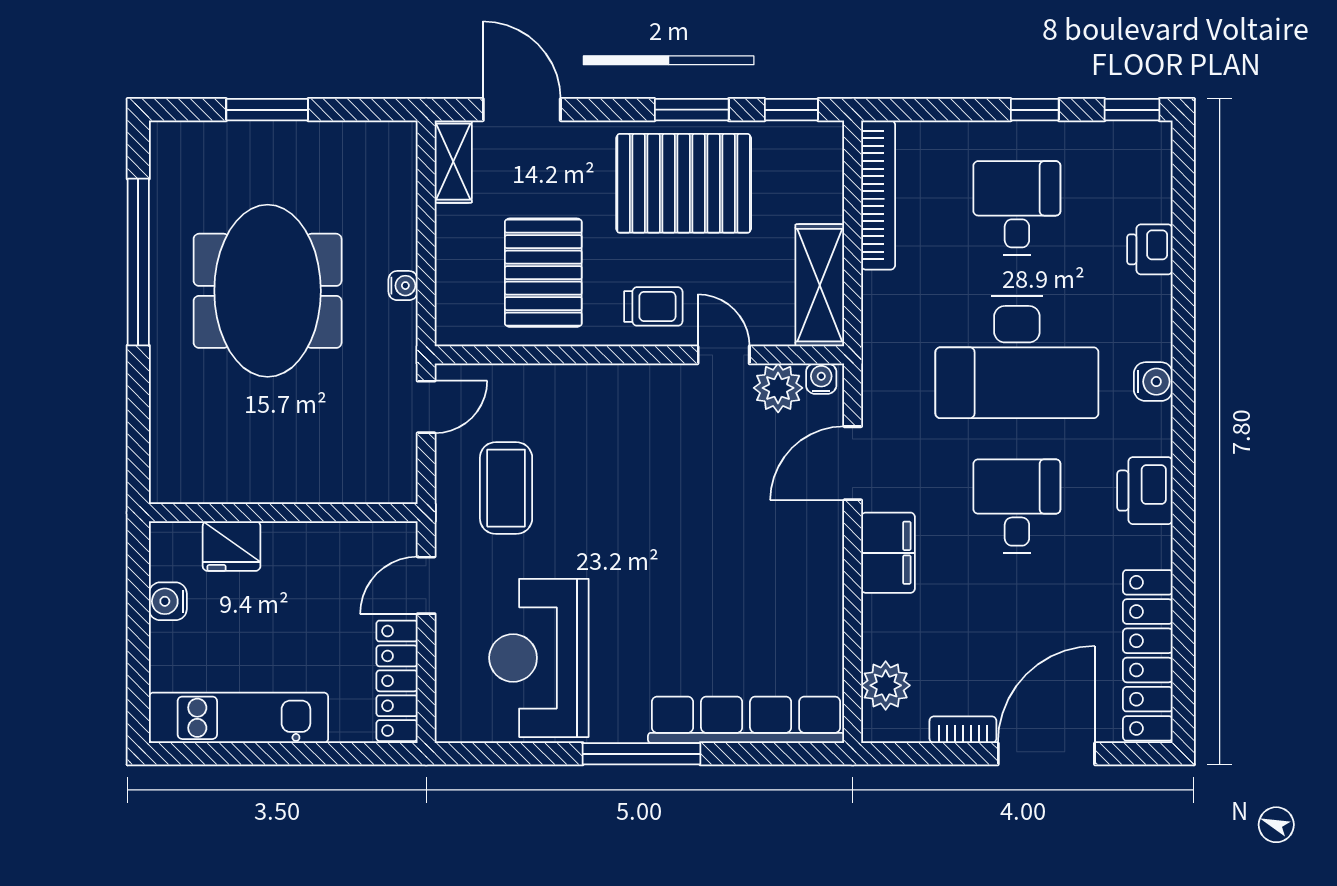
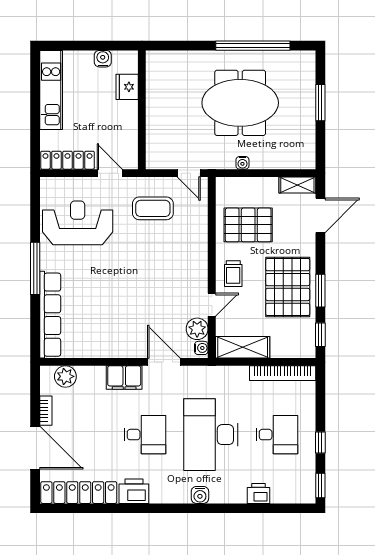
printer: (1145, 491) -> (134, 491), moved

